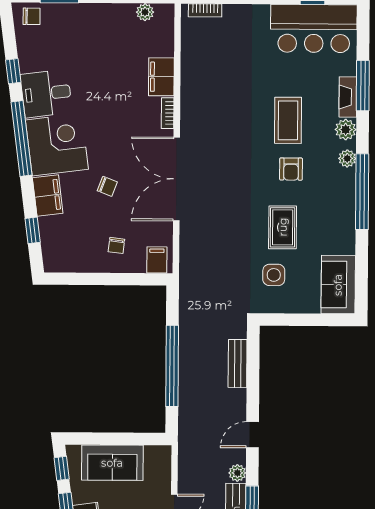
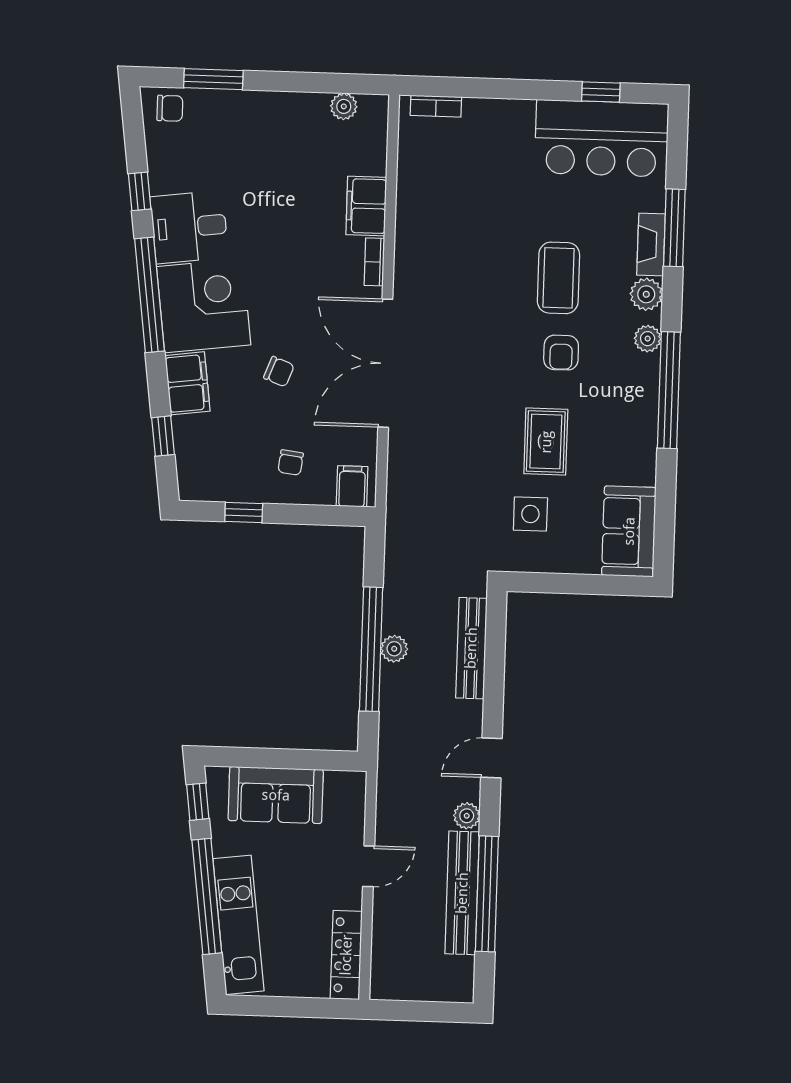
window: (87, 279) -> (244, 513), added
bench: (238, 363) -> (471, 648), width x1.36
plant: (187, 365) -> (394, 649), added

